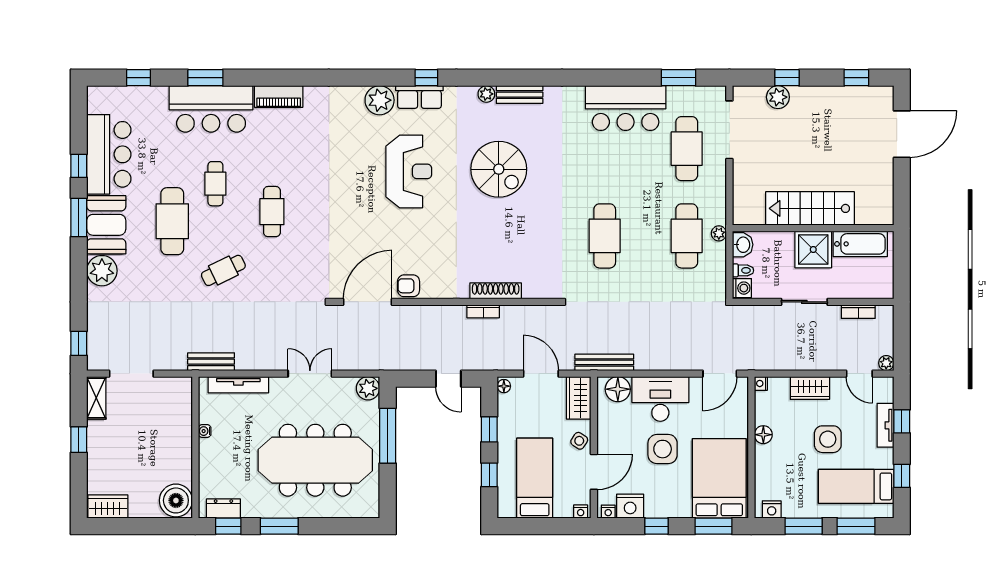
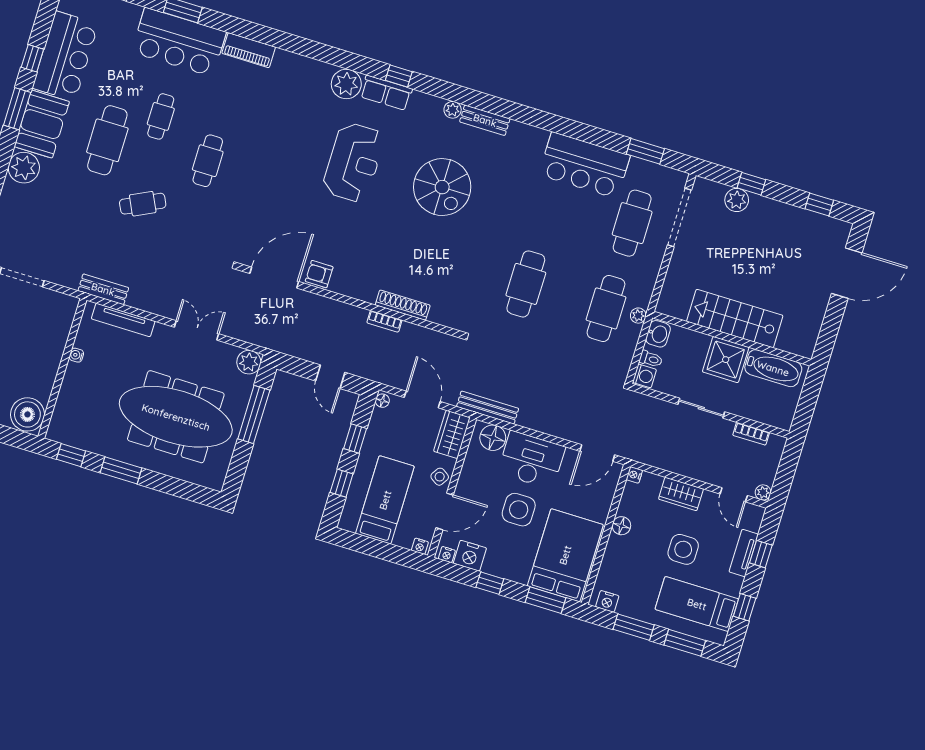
dresser: (223, 509) -> (72, 437), removed

